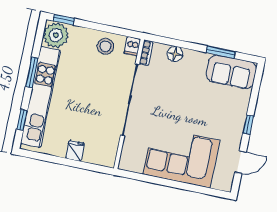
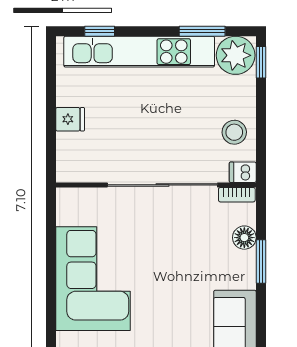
window: (221, 52) -> (261, 262), moved
window: (32, 72) -> (202, 31), moved

